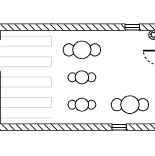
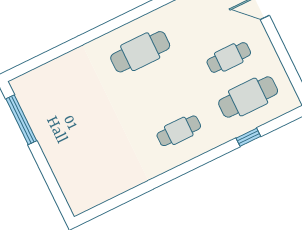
cafe table: (82, 77) -> (229, 57), moved

